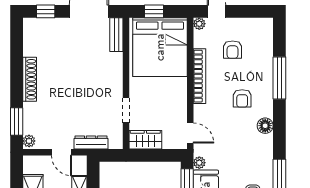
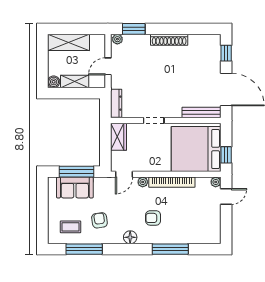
window: (154, 11) -> (226, 155), moved
bench: (116, 35) -> (201, 113), width x1.36
armchair: (233, 50) -> (99, 220), moved, turned 82
doorway: (126, 110) -> (154, 121), moved
dresser: (91, 142) -> (116, 103), moved
plant: (199, 163) -> (143, 182), moved

